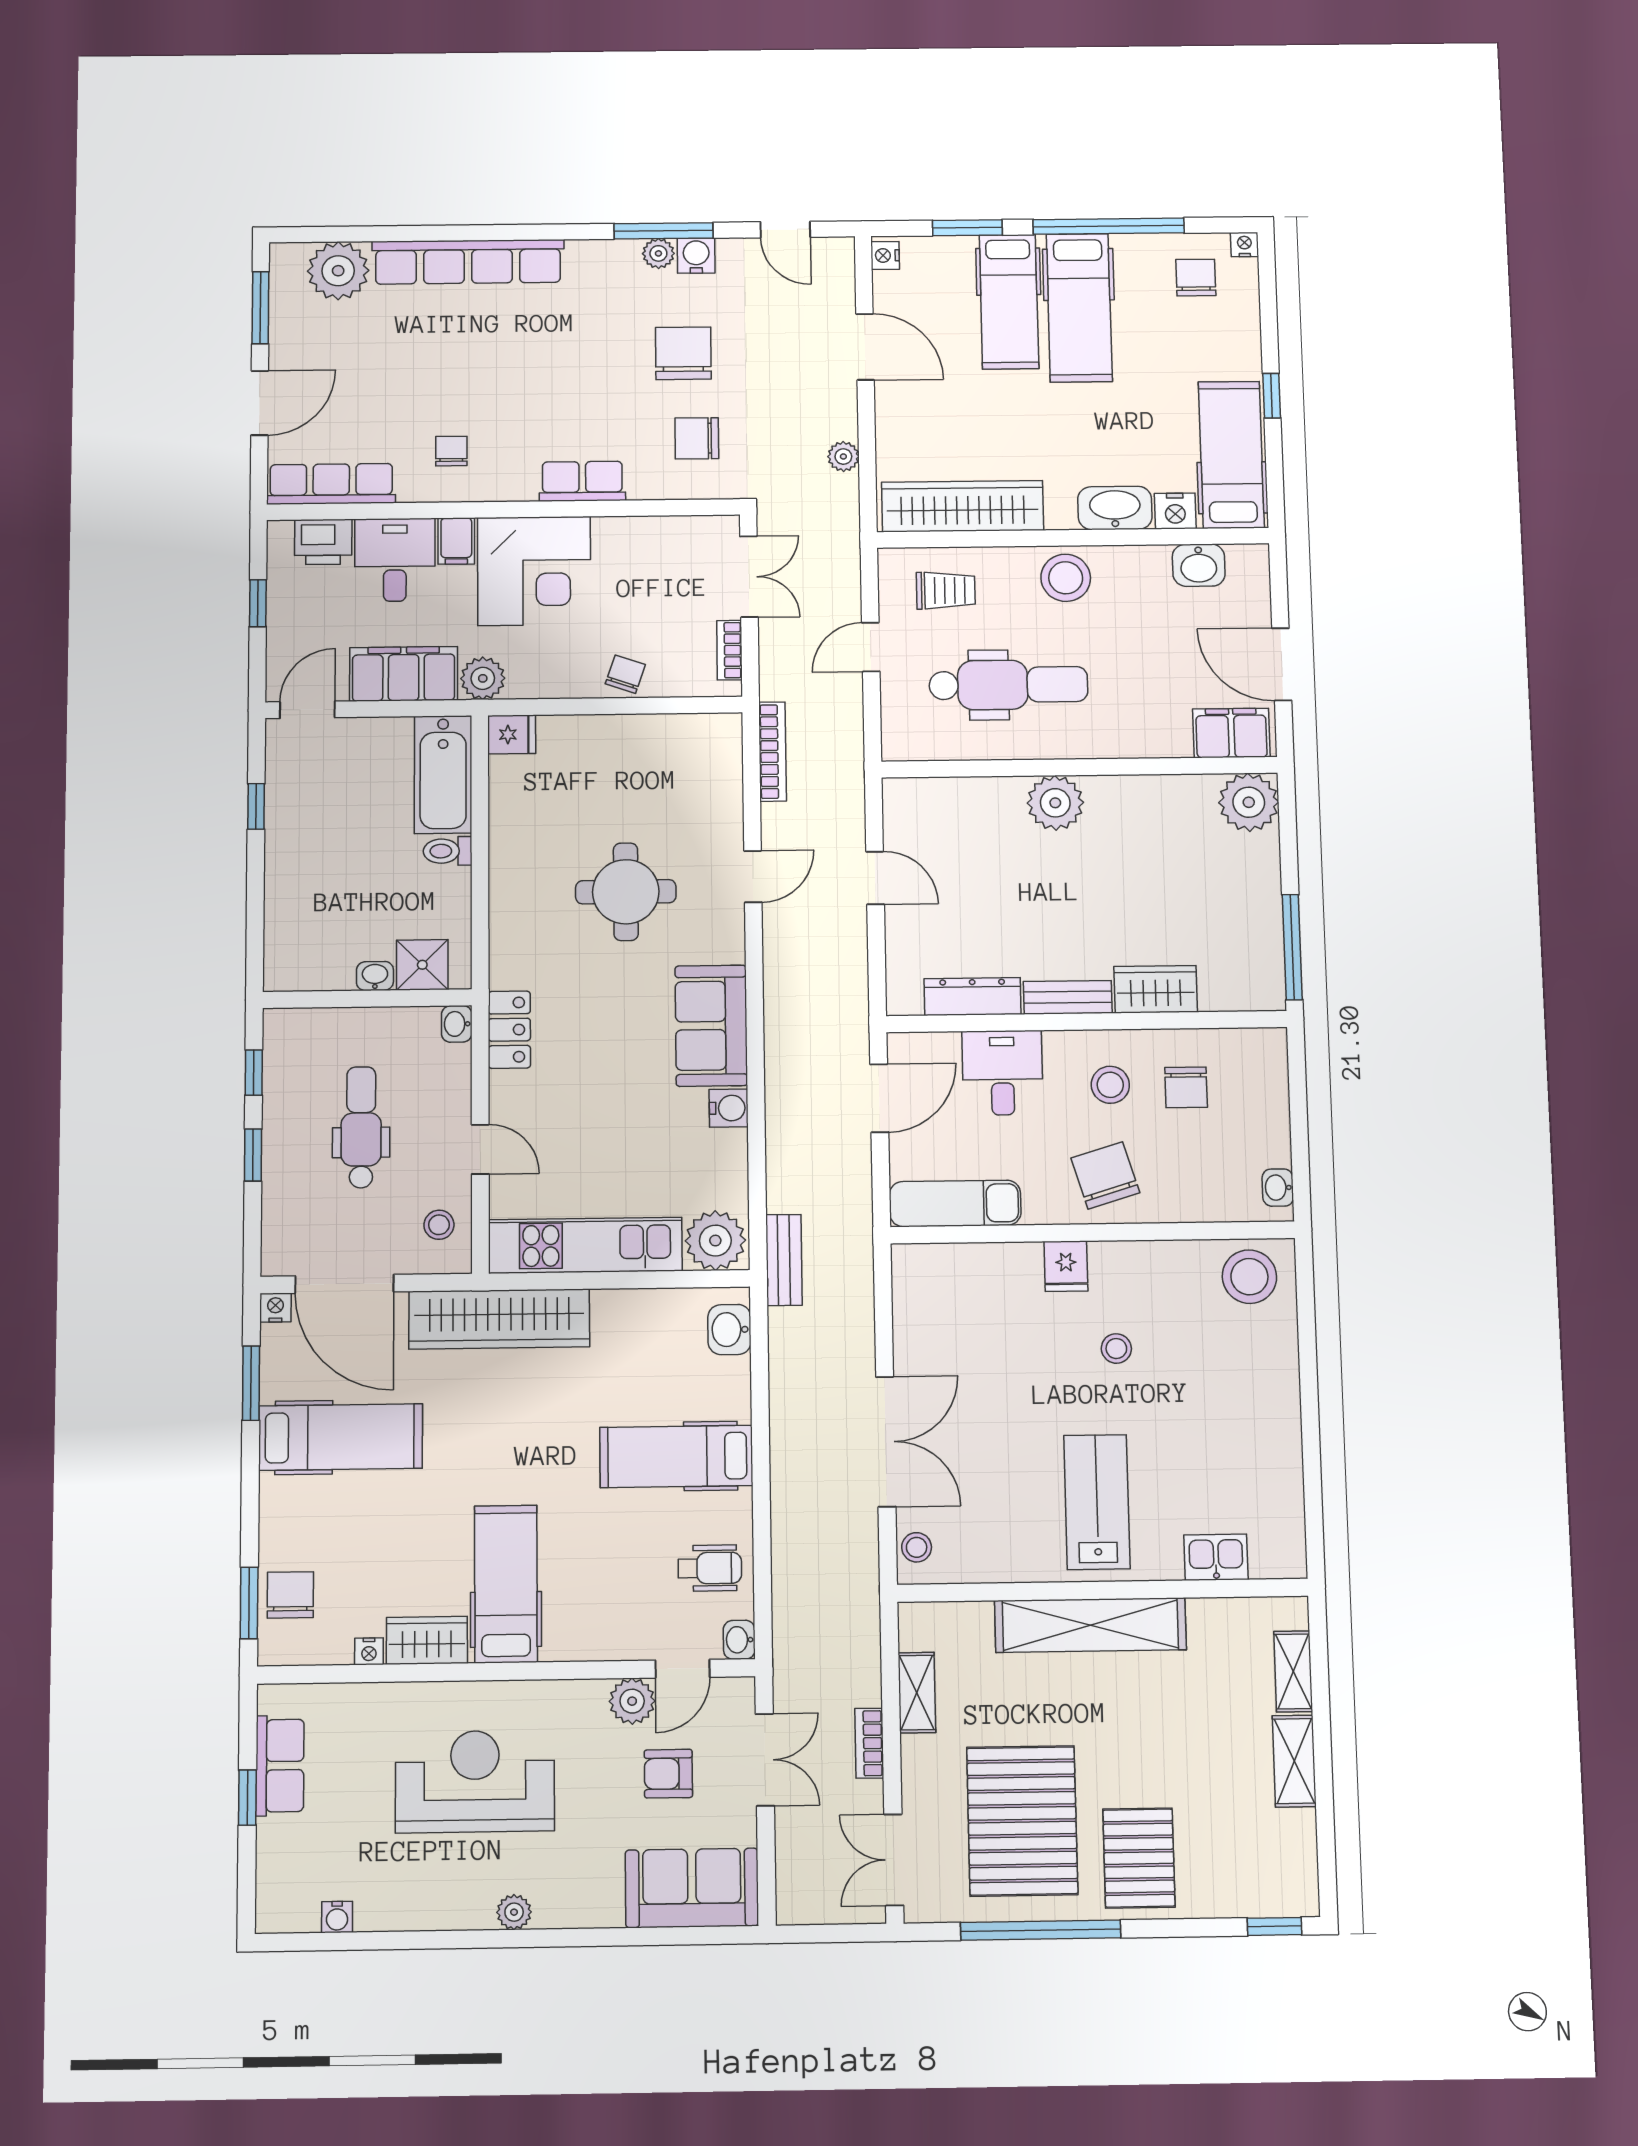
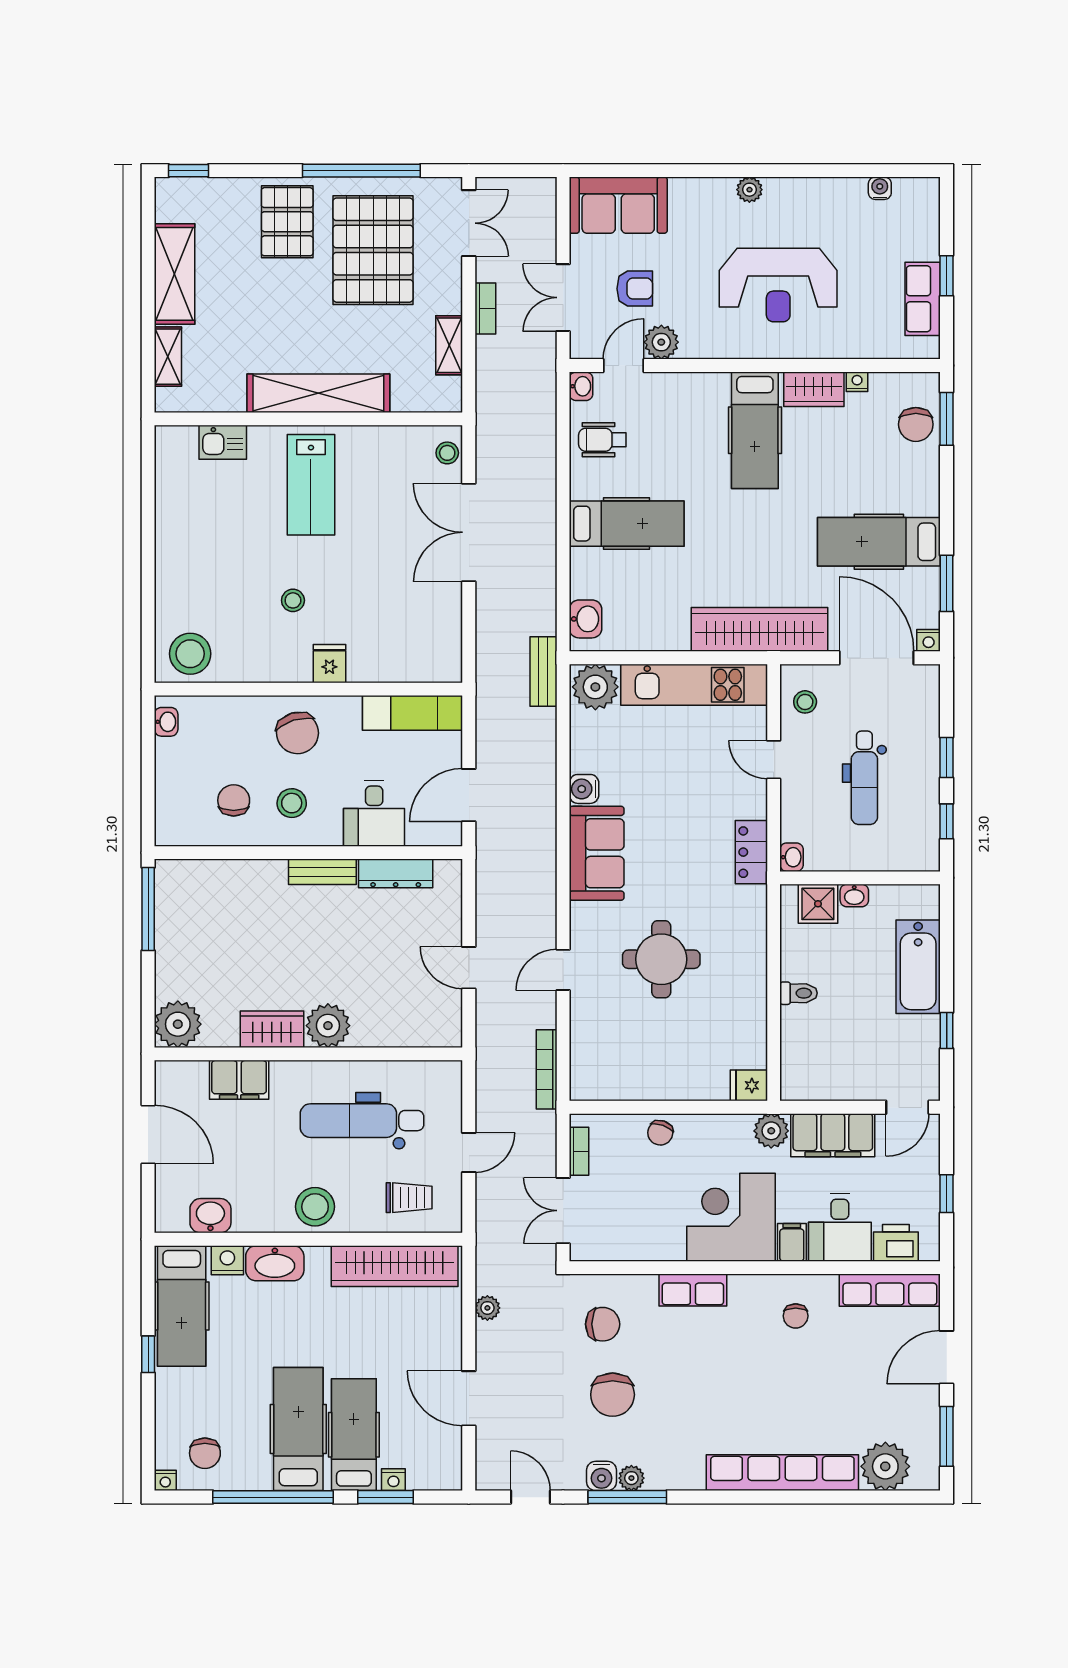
nightstand: (885, 255) -> (393, 1480), moved, turned 90
trolley: (946, 590) -> (409, 1198), turned 180
filing cabinet: (1231, 733) -> (239, 1080), moved
bathtub: (443, 775) -> (918, 967), moved, turned 180
wardrobe: (1156, 989) -> (272, 1029), moved, turned 180
shelving: (1294, 1761) -> (175, 274), width x1.50, depth x1.33

